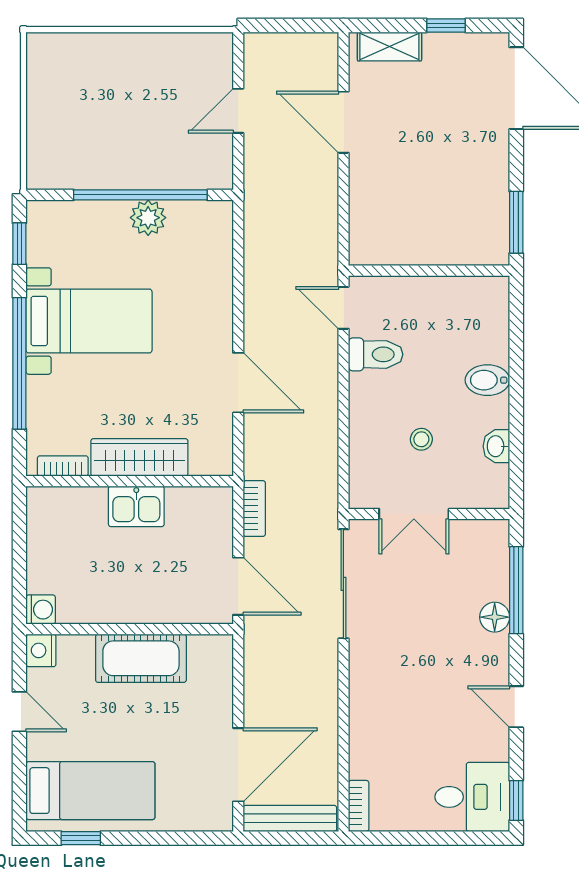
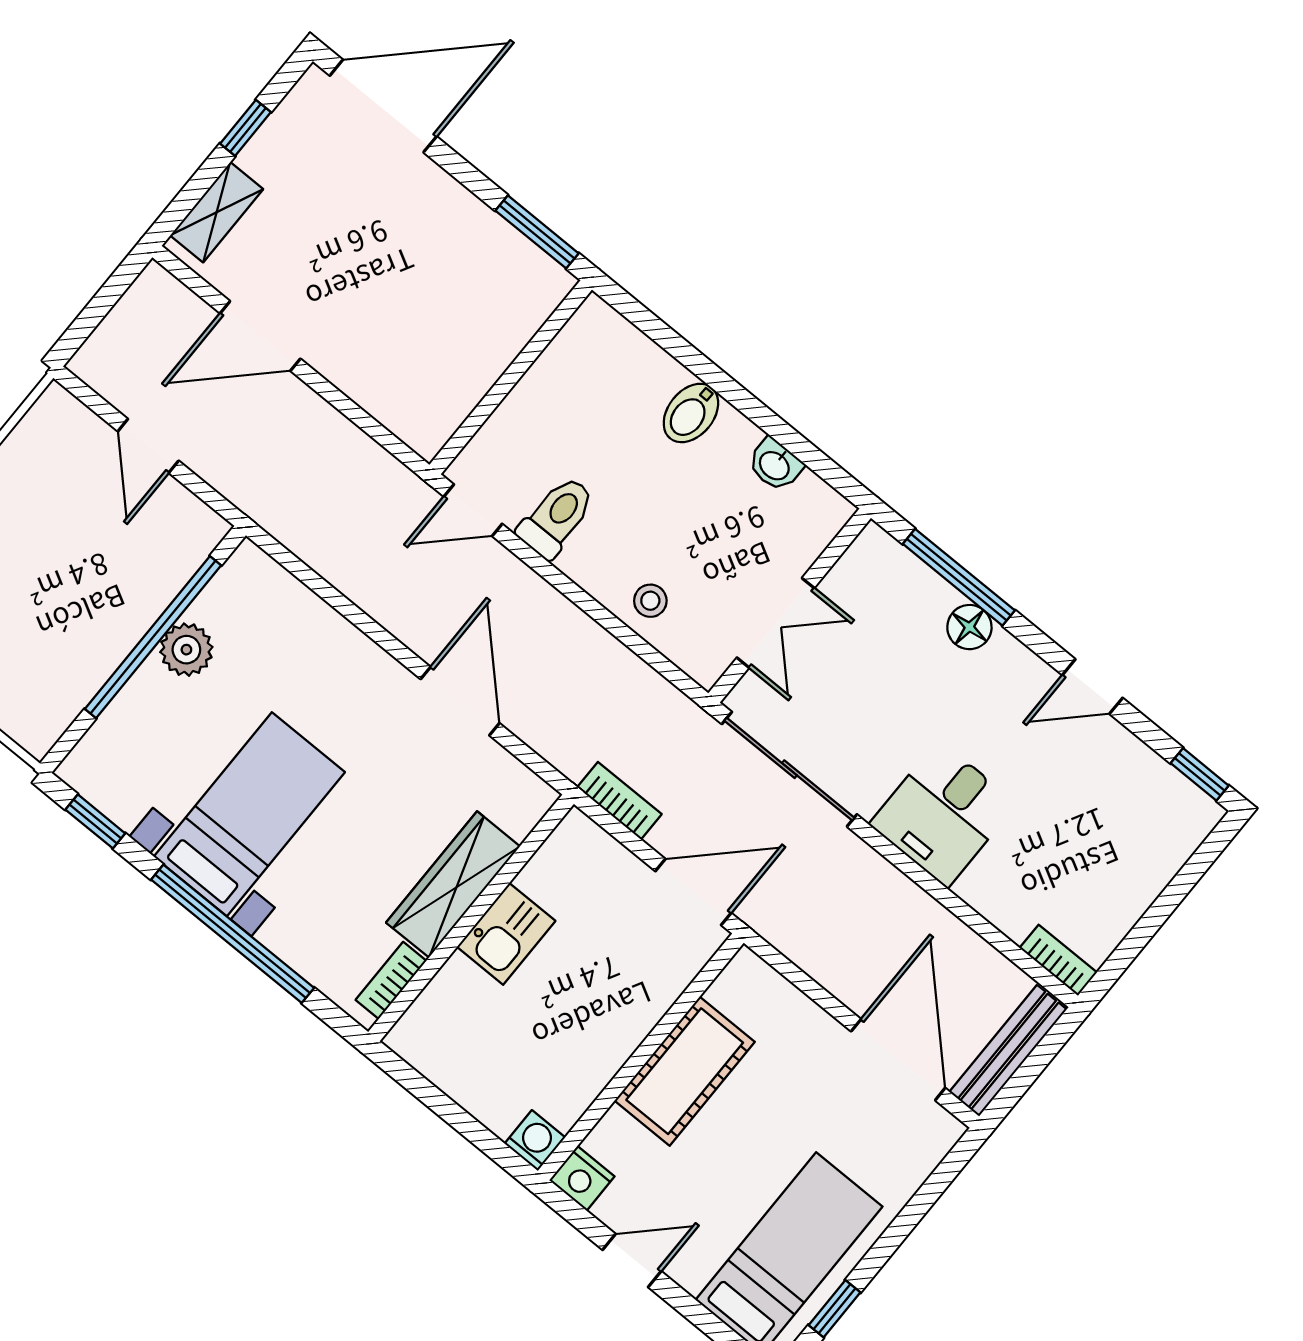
door: (238, 383) -> (460, 701), hinge flipped
stool: (421, 439) -> (650, 601), moved
desk: (472, 797) -> (943, 814), moved, turned 180

